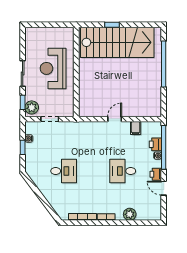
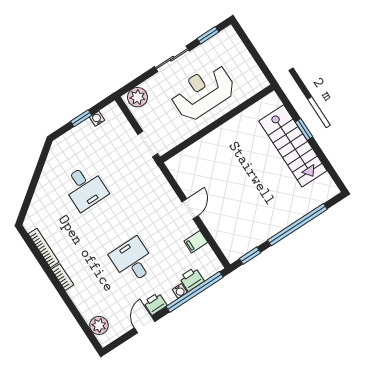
stairs: (117, 42) -> (293, 146), width x0.73, depth x0.66
window: (23, 102) -> (208, 35), moved
window: (164, 102) -> (250, 256), added
doorway: (50, 119) -> (148, 144), moved
door: (115, 119) -> (190, 209), hinge flipped
plant: (130, 214) -> (99, 325), moved

